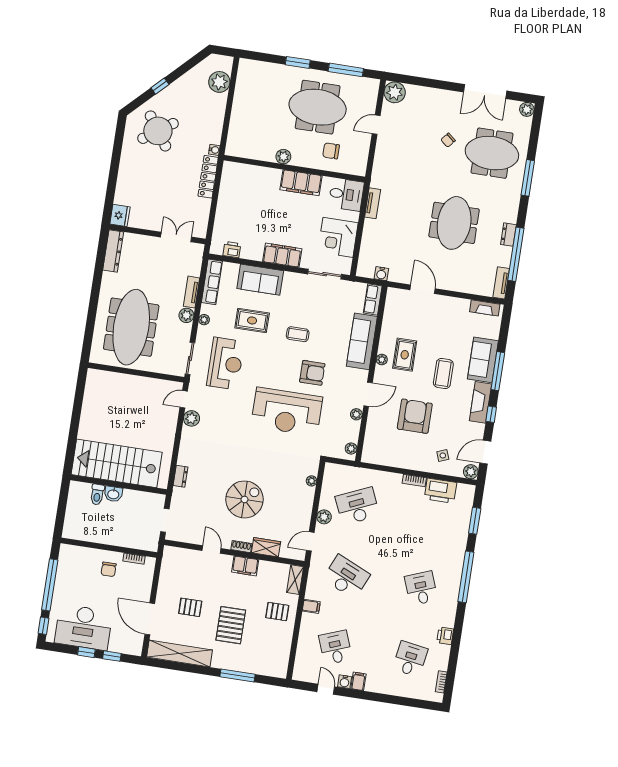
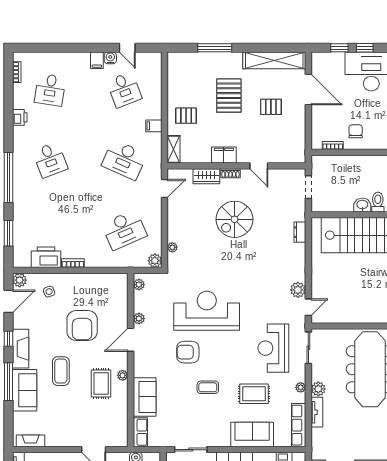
sofa: (362, 341) -> (145, 397), width x0.73
plant: (324, 517) -> (155, 261), moved

